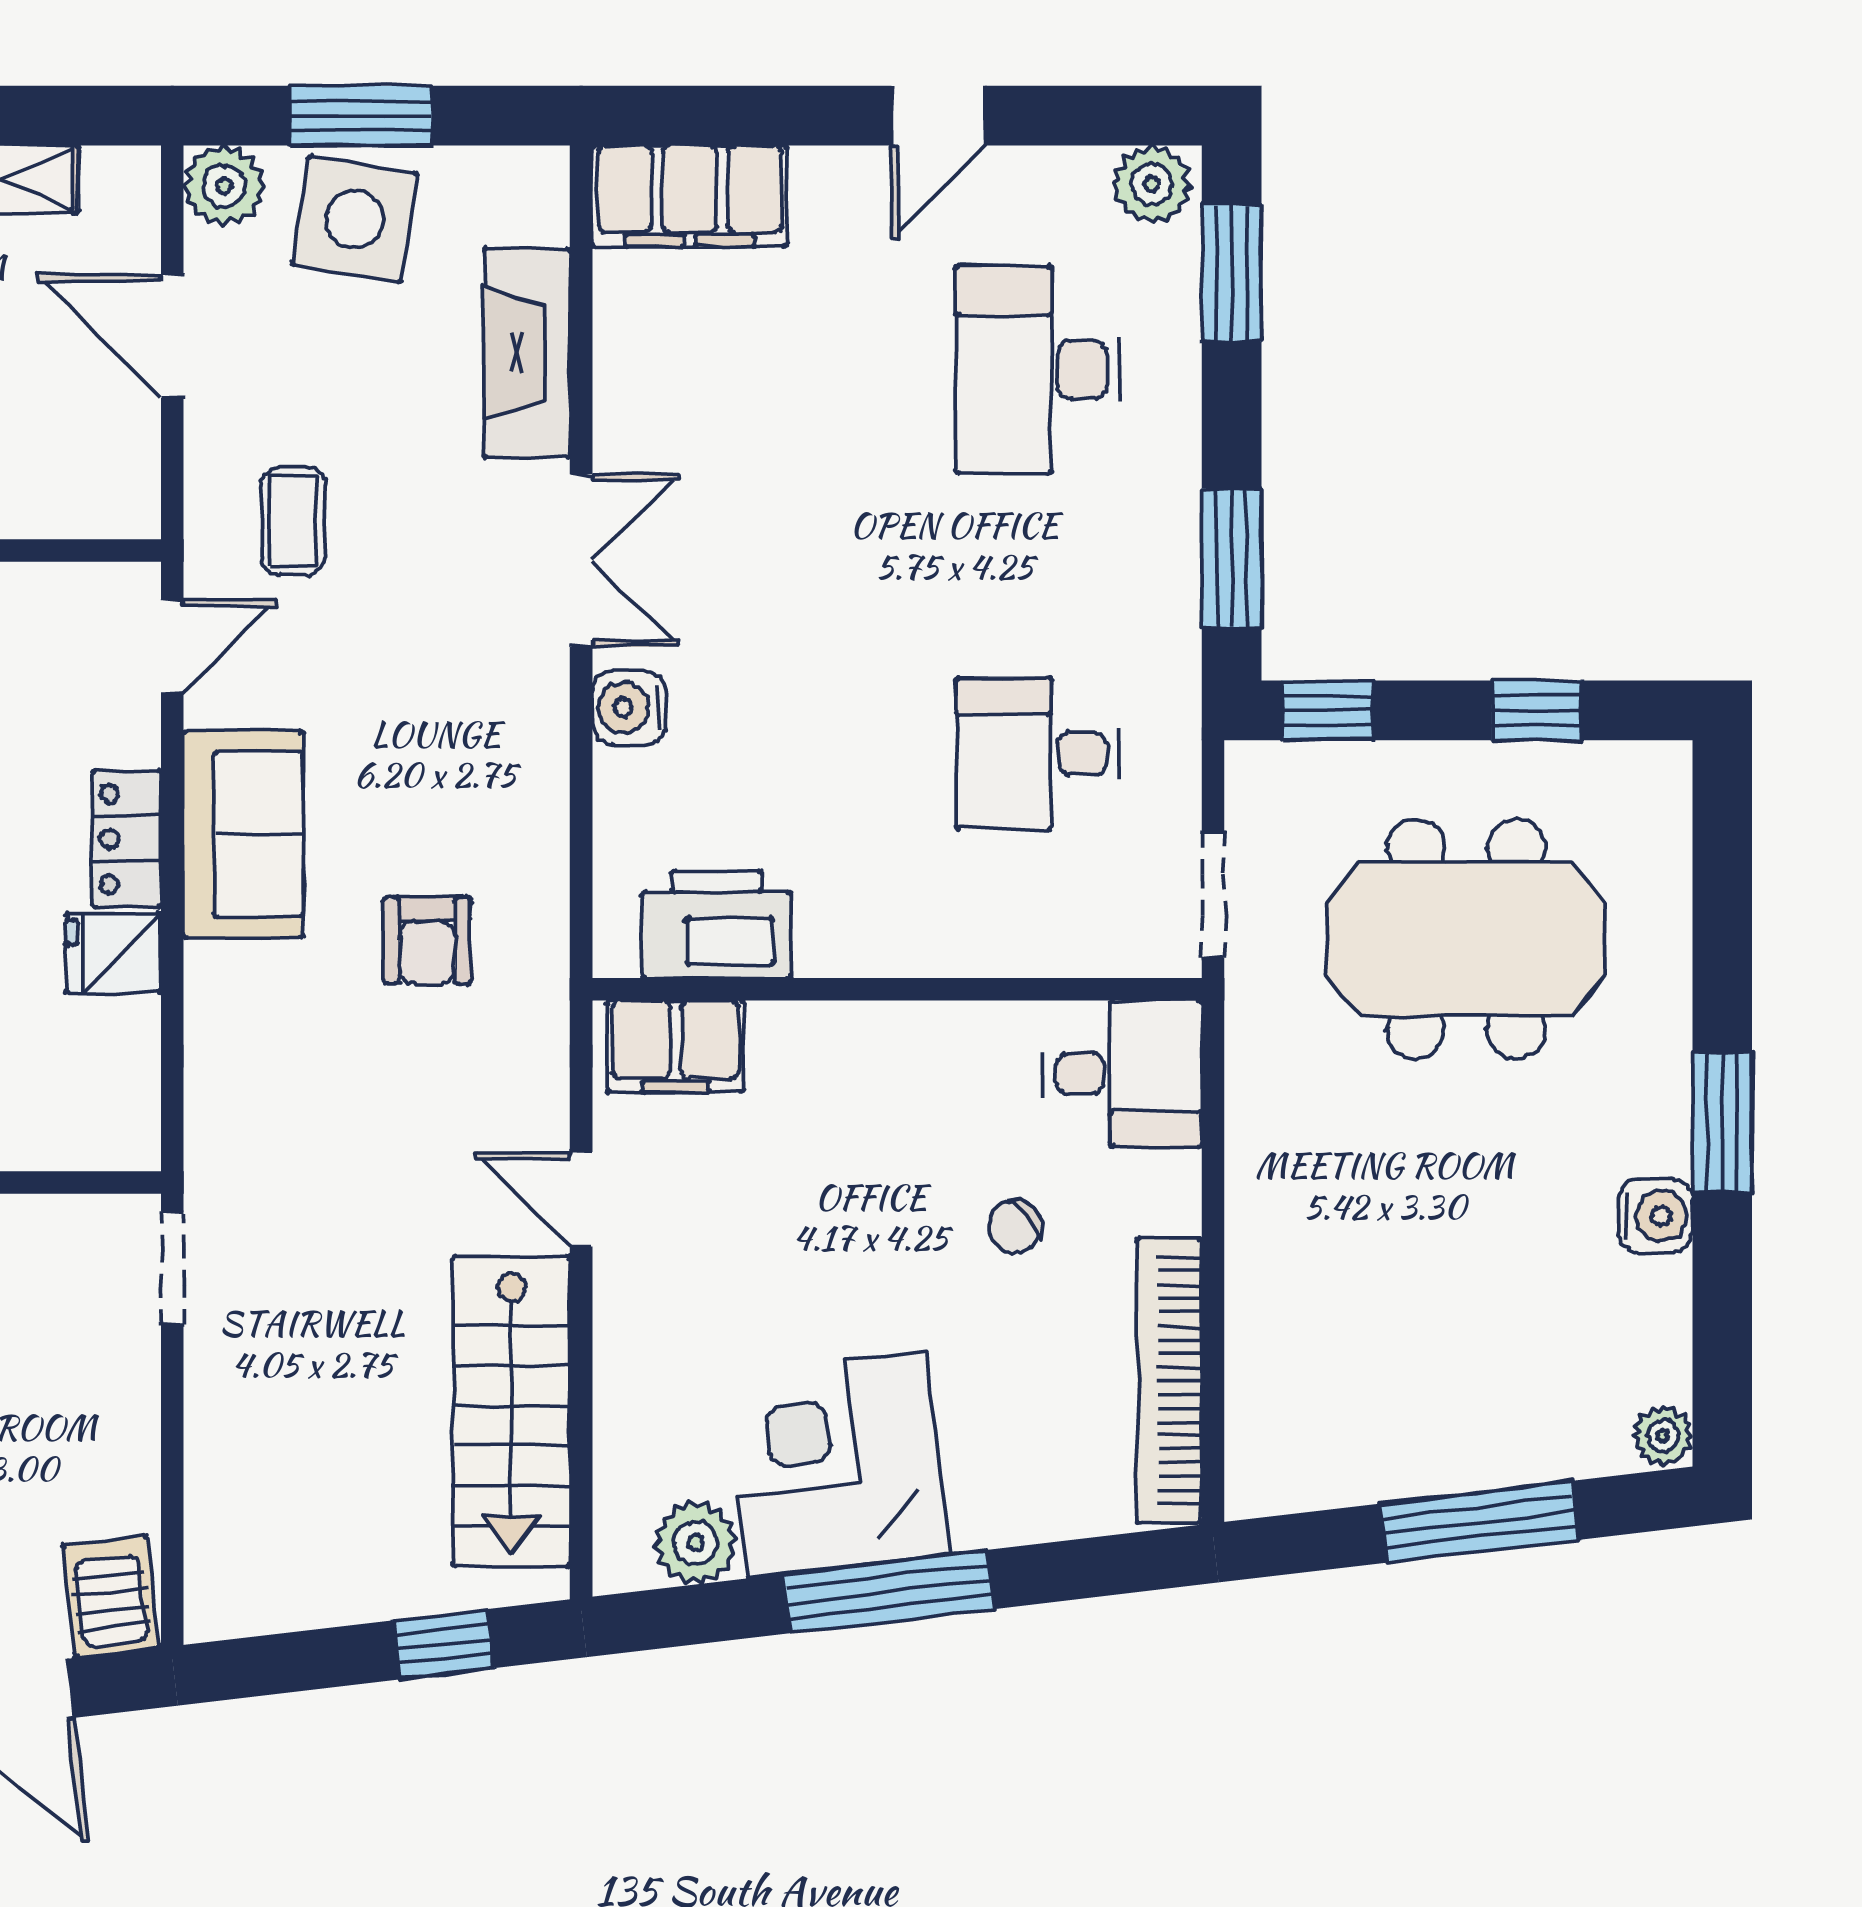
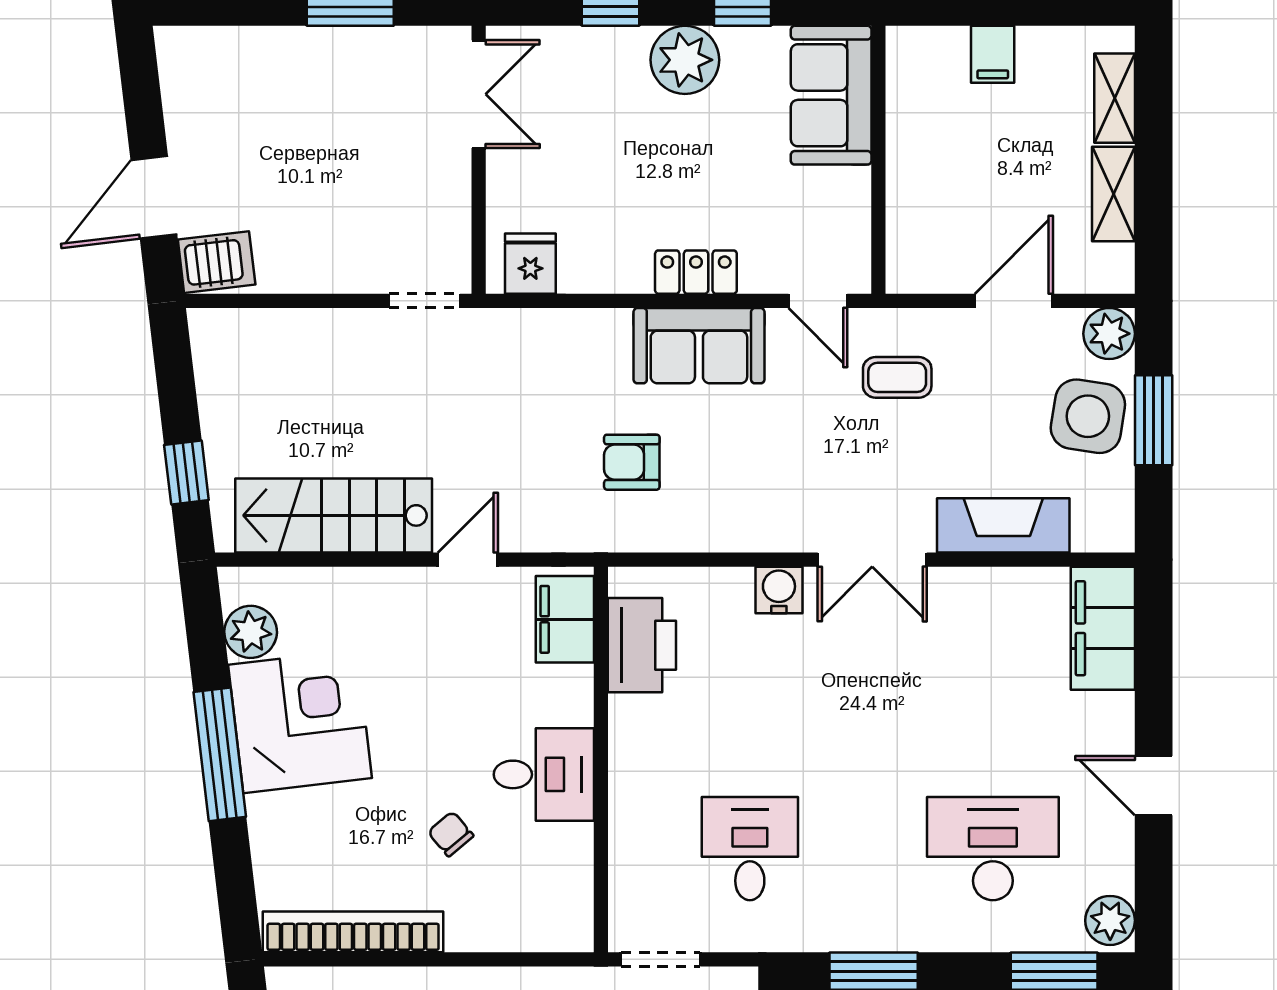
fridge: (113, 953) -> (530, 264), moved
desk: (1123, 1074) -> (544, 774), moved, turned -90

